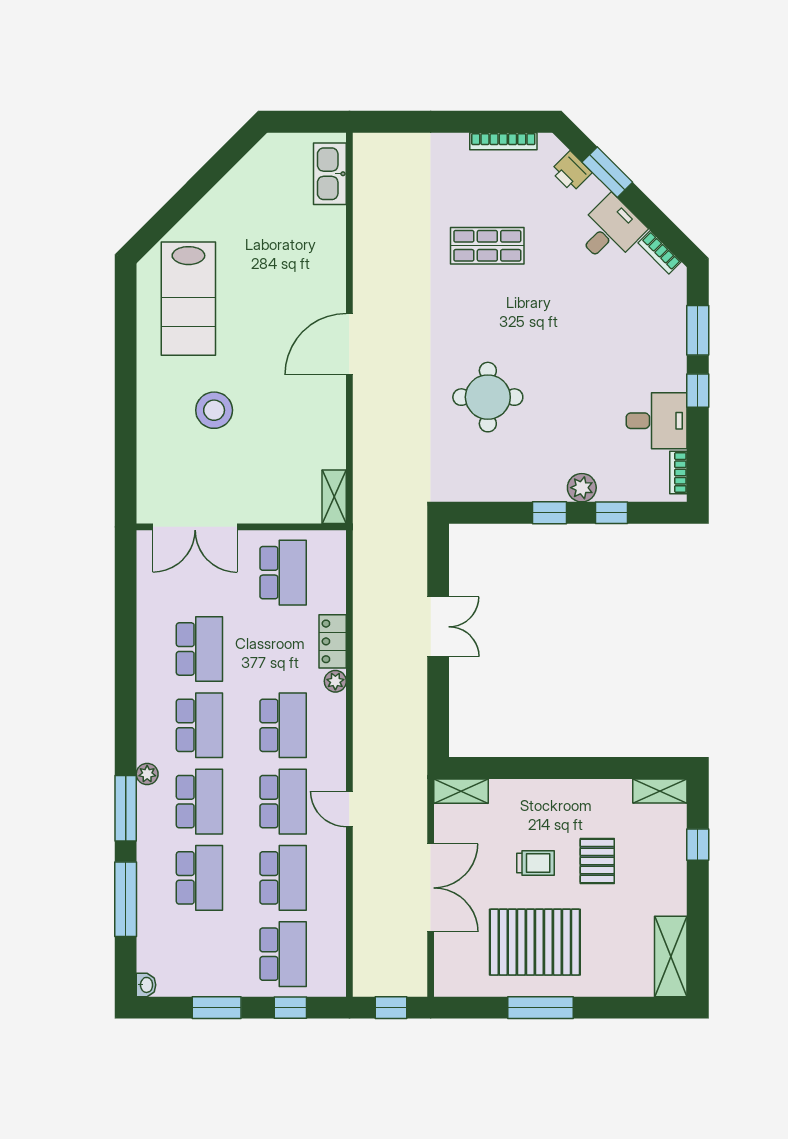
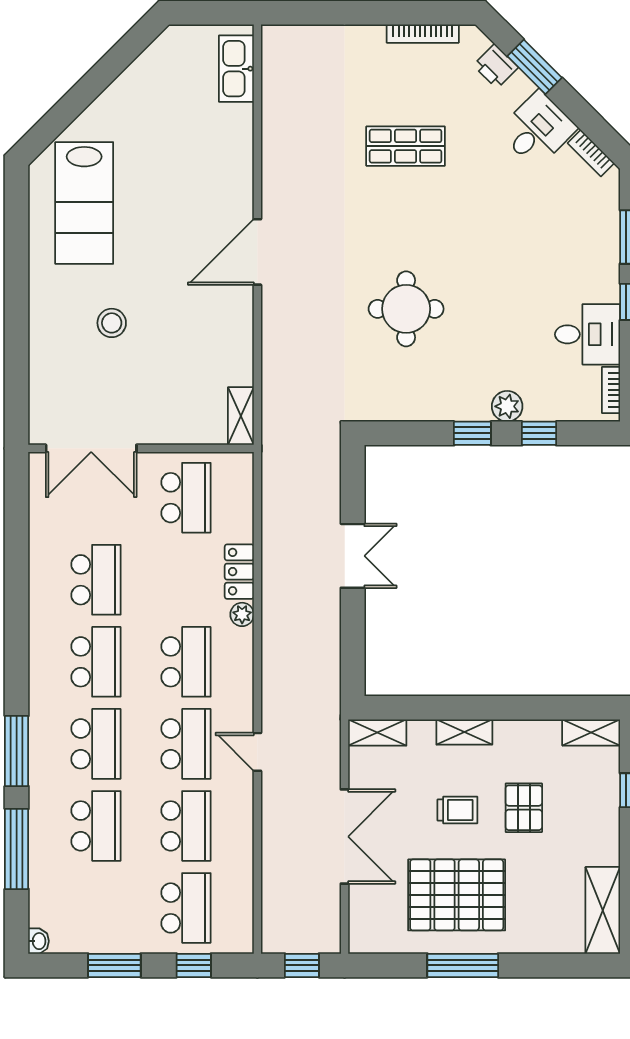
stool: (214, 410) -> (112, 323), width x0.73, depth x0.73
plant: (147, 774) -> (40, 714), removed
shelving: (542, 791) -> (464, 732), added

